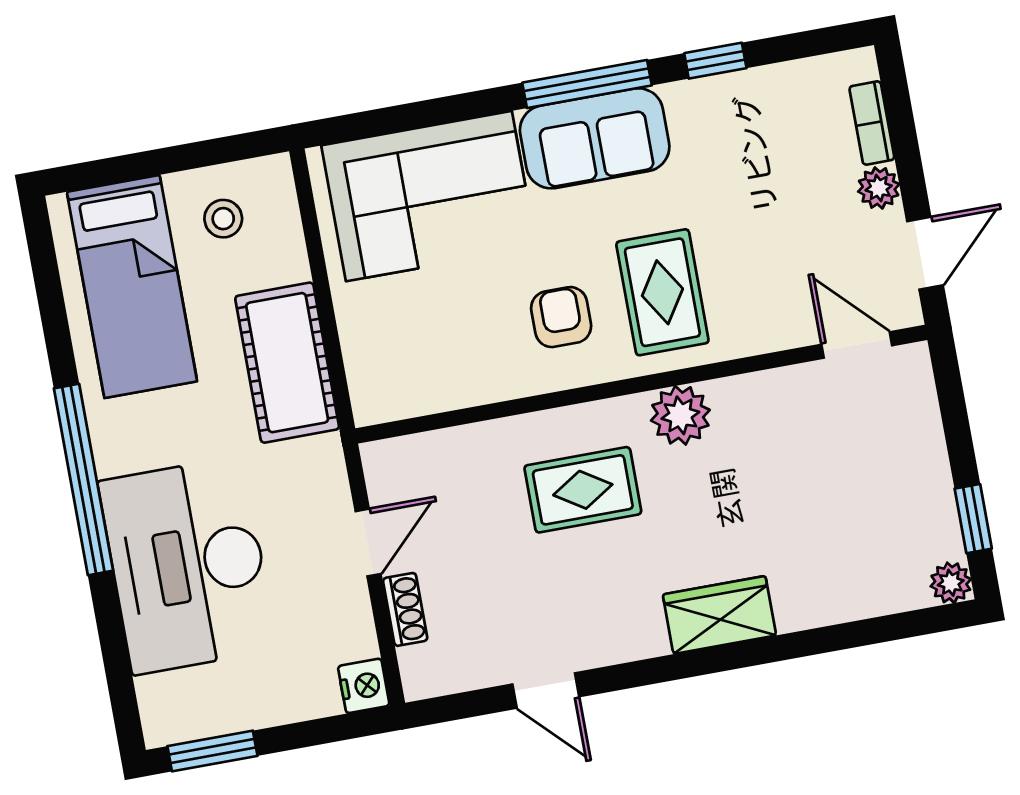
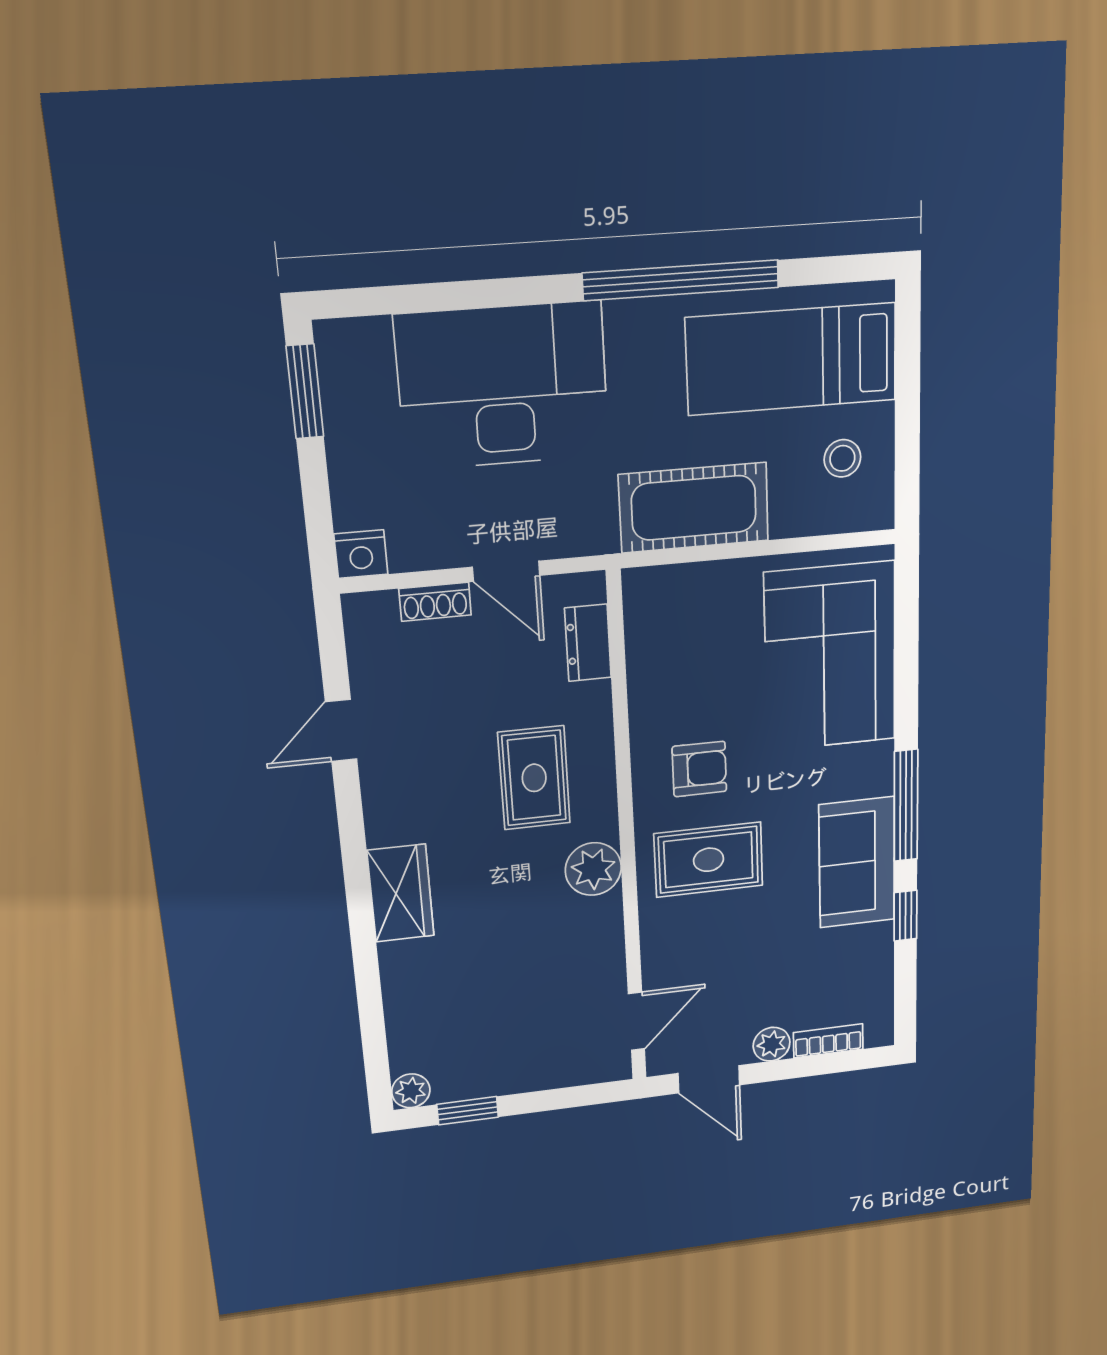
sofa: (595, 138) -> (857, 863), moved
dresser: (435, 452) -> (588, 643), added
window: (83, 480) -> (681, 280), moved

